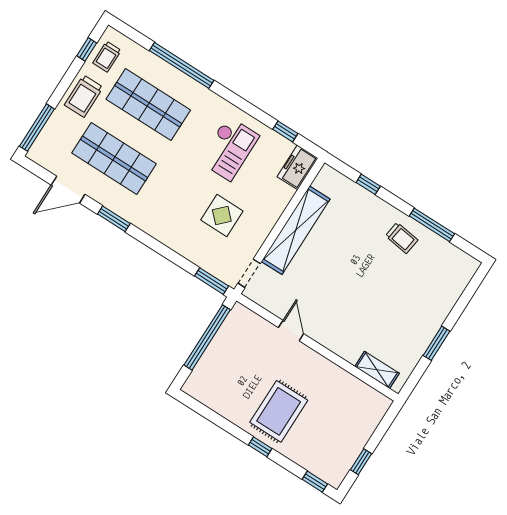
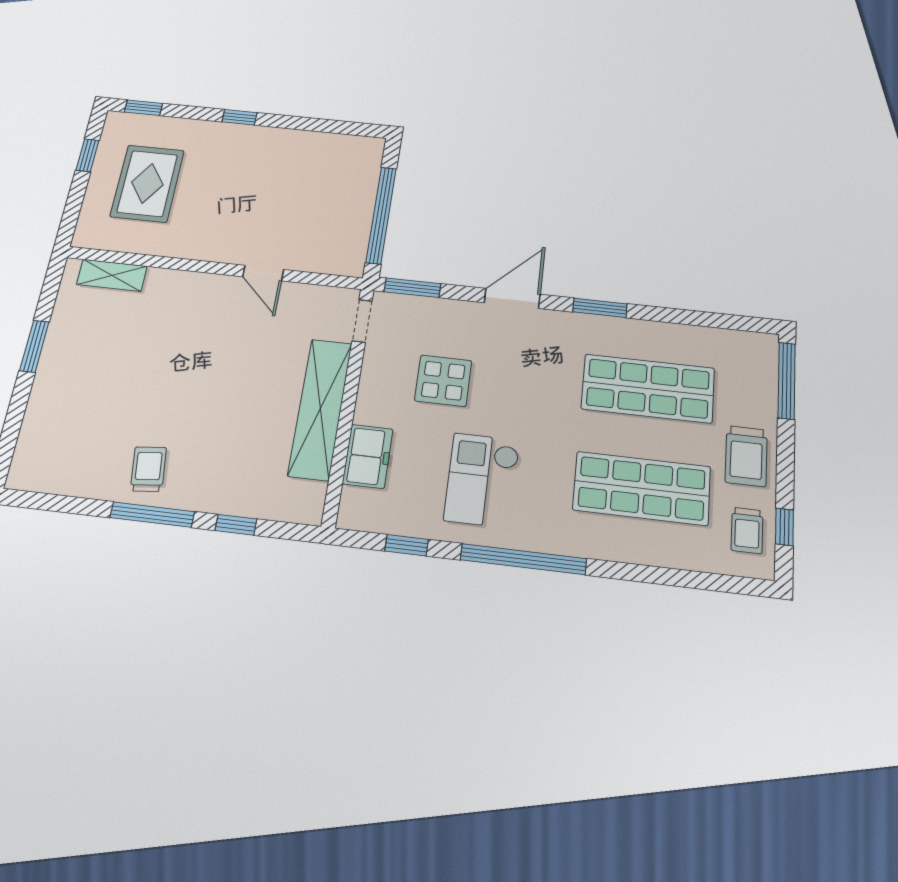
trolley: (107, 57) -> (747, 530), turned 180
window: (182, 65) -> (523, 559), moved
trolley: (84, 96) -> (746, 456), turned 180
freezer: (297, 167) -> (368, 456), moved
door: (68, 190) -> (512, 298), moved
window: (432, 225) -> (152, 515), moved
trolley: (402, 238) -> (148, 469), turned 76
rug: (279, 411) -> (147, 183), moved

